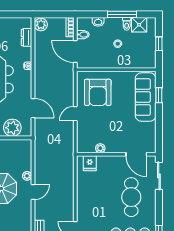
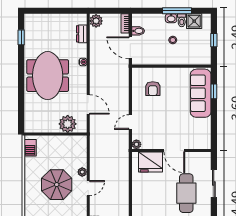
washbasin: (98, 22) -> (171, 18), moved
armchair: (98, 92) -> (153, 89), width x0.53, depth x0.53
door: (75, 114) -> (130, 122), moved
plant: (100, 148) -> (136, 144), moved
door: (136, 154) -> (174, 150), moved
fridge: (90, 163) -> (150, 162), width x1.88, depth x1.34
sliding door: (159, 176) -> (214, 183), moved

